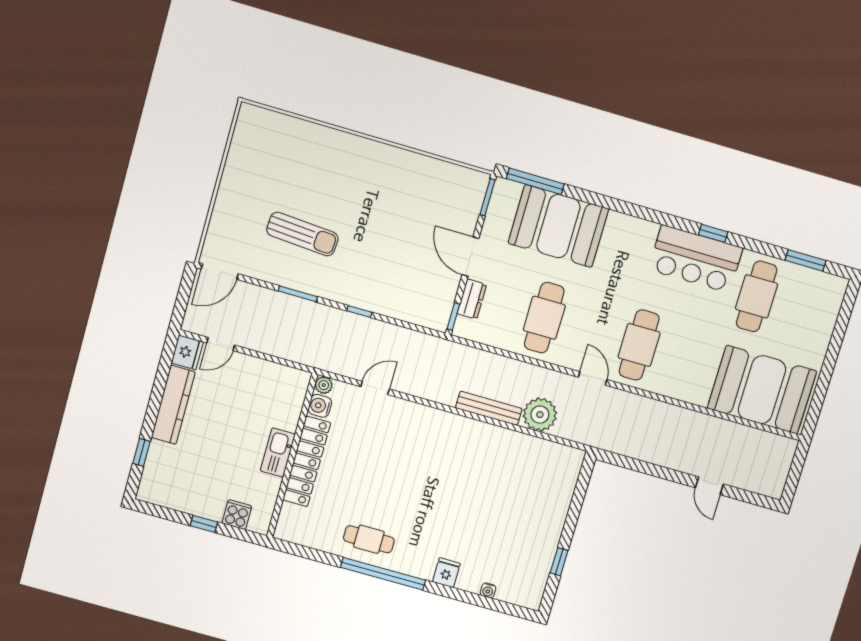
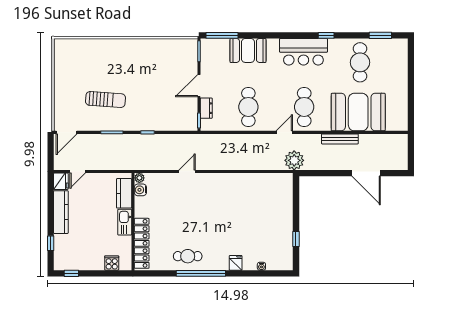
booth: (558, 226) -> (248, 50), width x0.73, depth x0.70
door: (470, 257) -> (199, 86), hinge flipped
bar counter: (696, 259) -> (303, 52), moved
door: (593, 378) -> (284, 132), hinge flipped
door: (375, 388) -> (187, 171), moved
booth: (762, 390) -> (358, 112), moved
kitchen counter: (290, 404) -> (124, 193), added
bench: (489, 408) -> (340, 139), moved
plant: (540, 415) -> (294, 160), moved
locker: (307, 461) -> (142, 243), moved
door: (709, 486) -> (366, 173), width x1.87
window: (204, 524) -> (71, 273), moved

